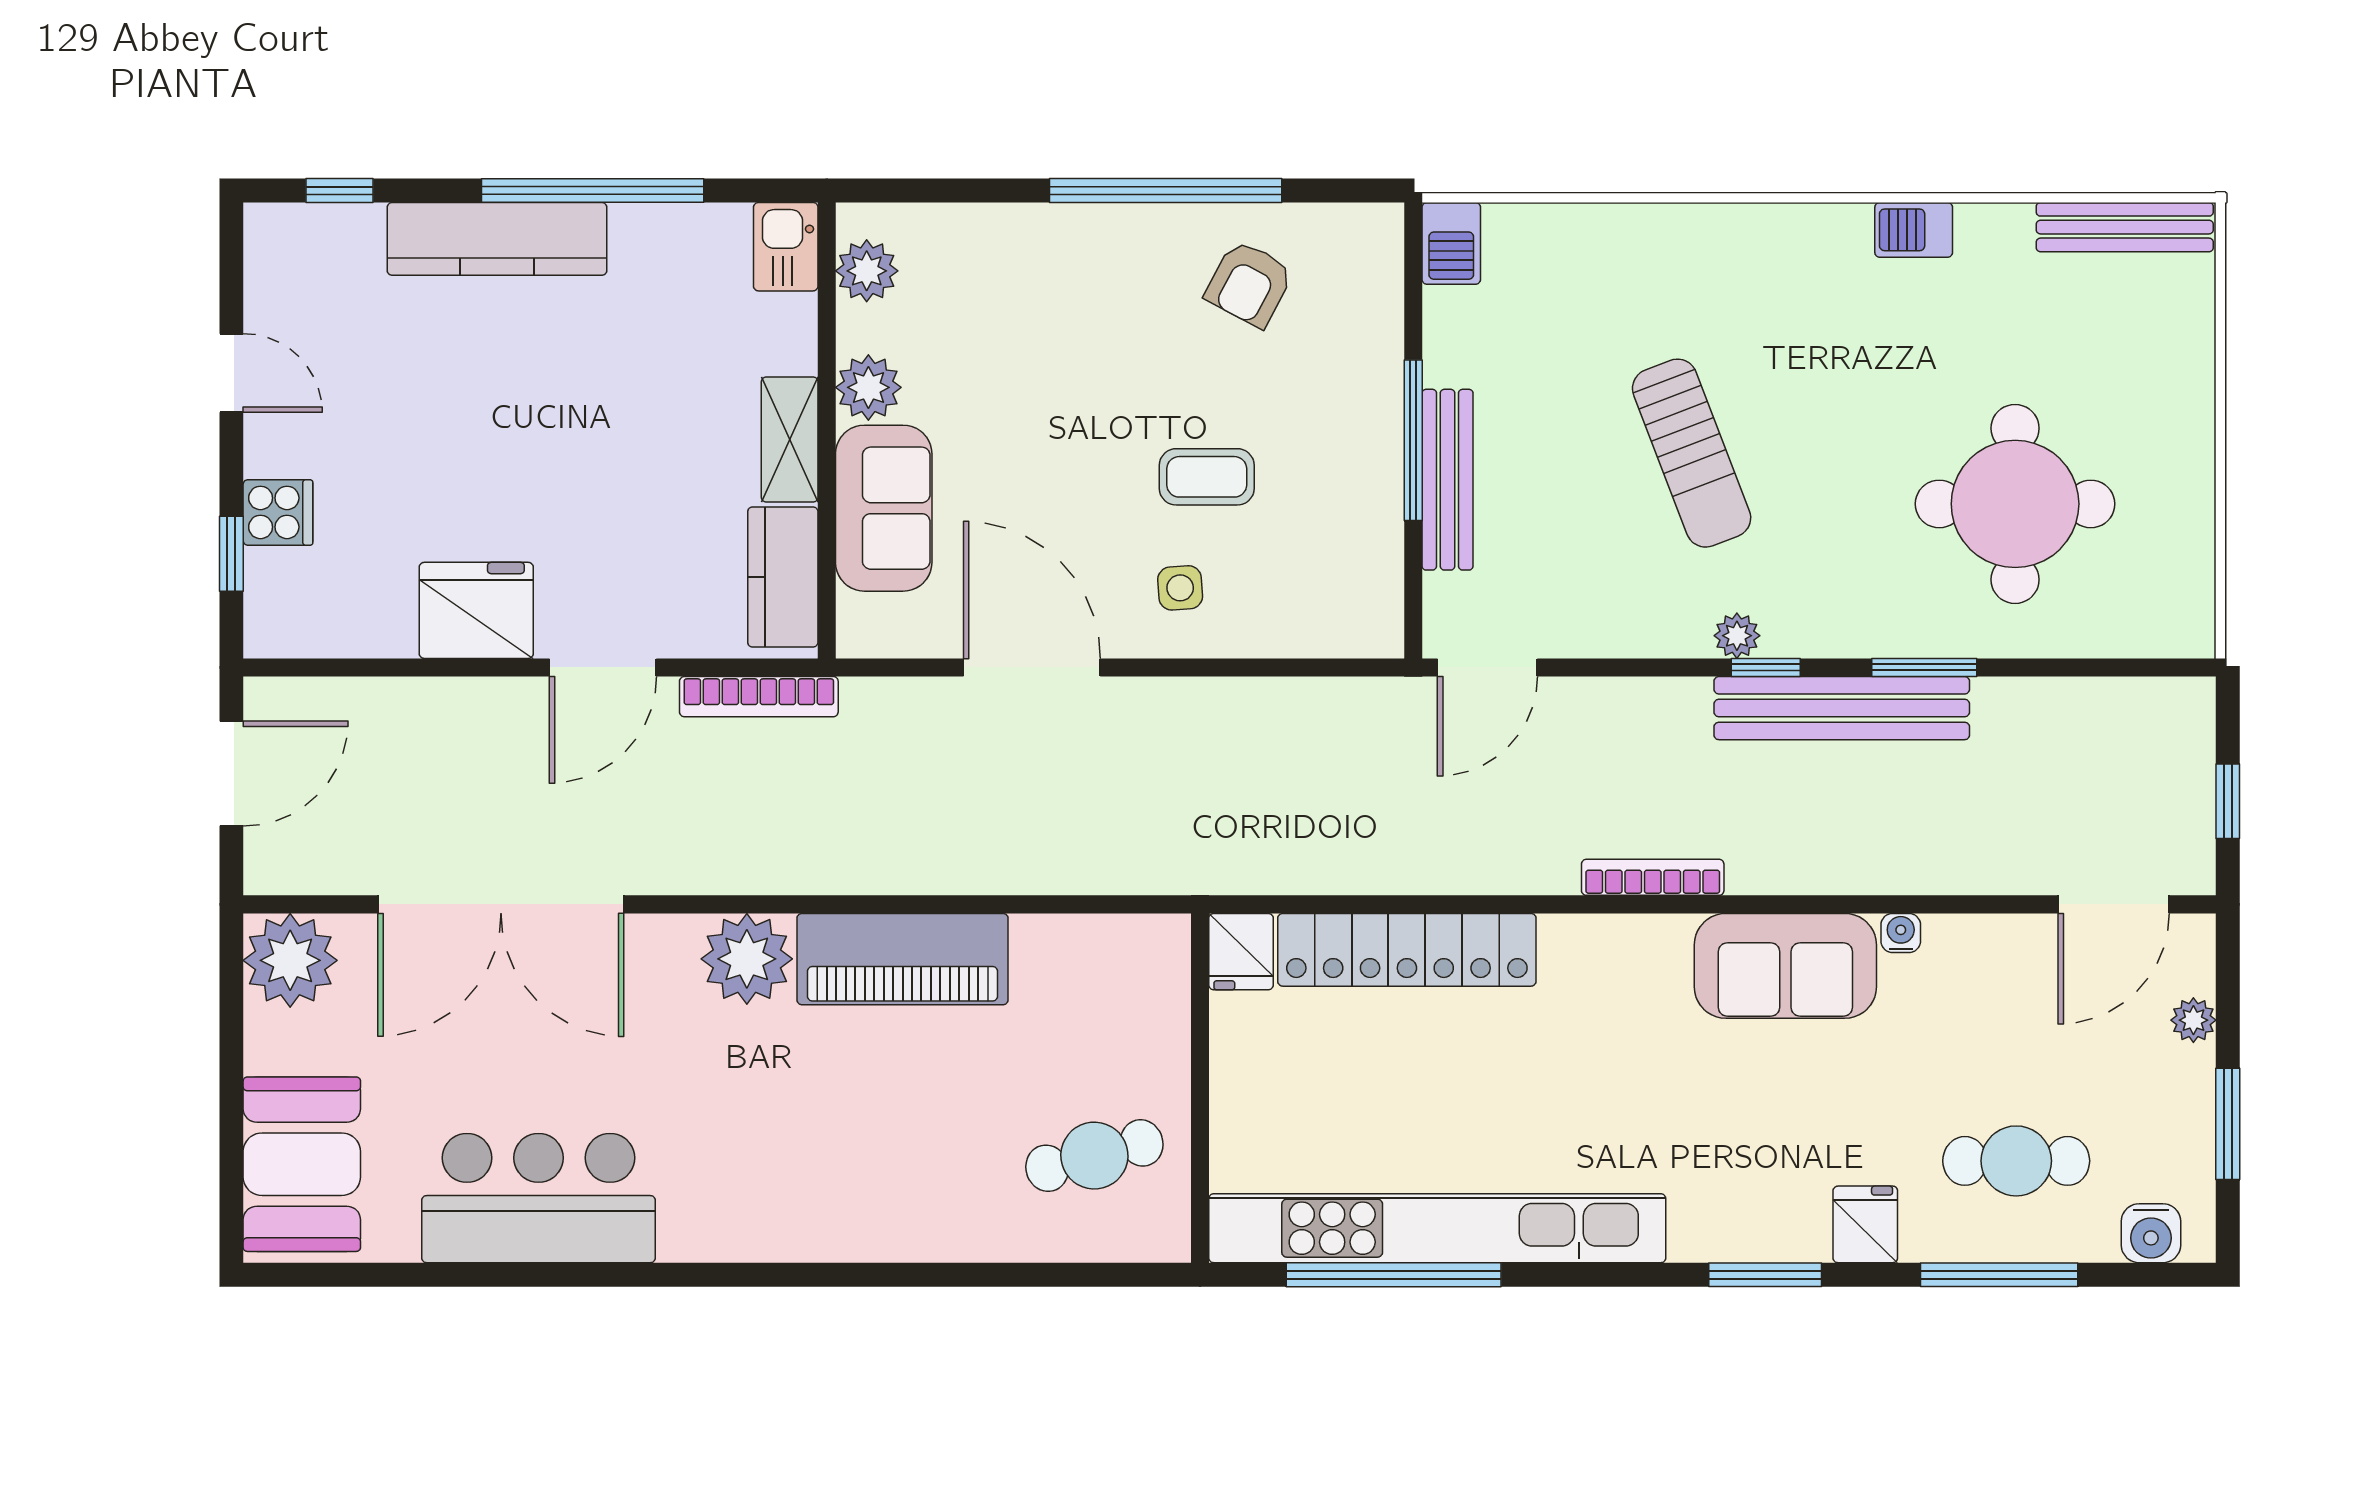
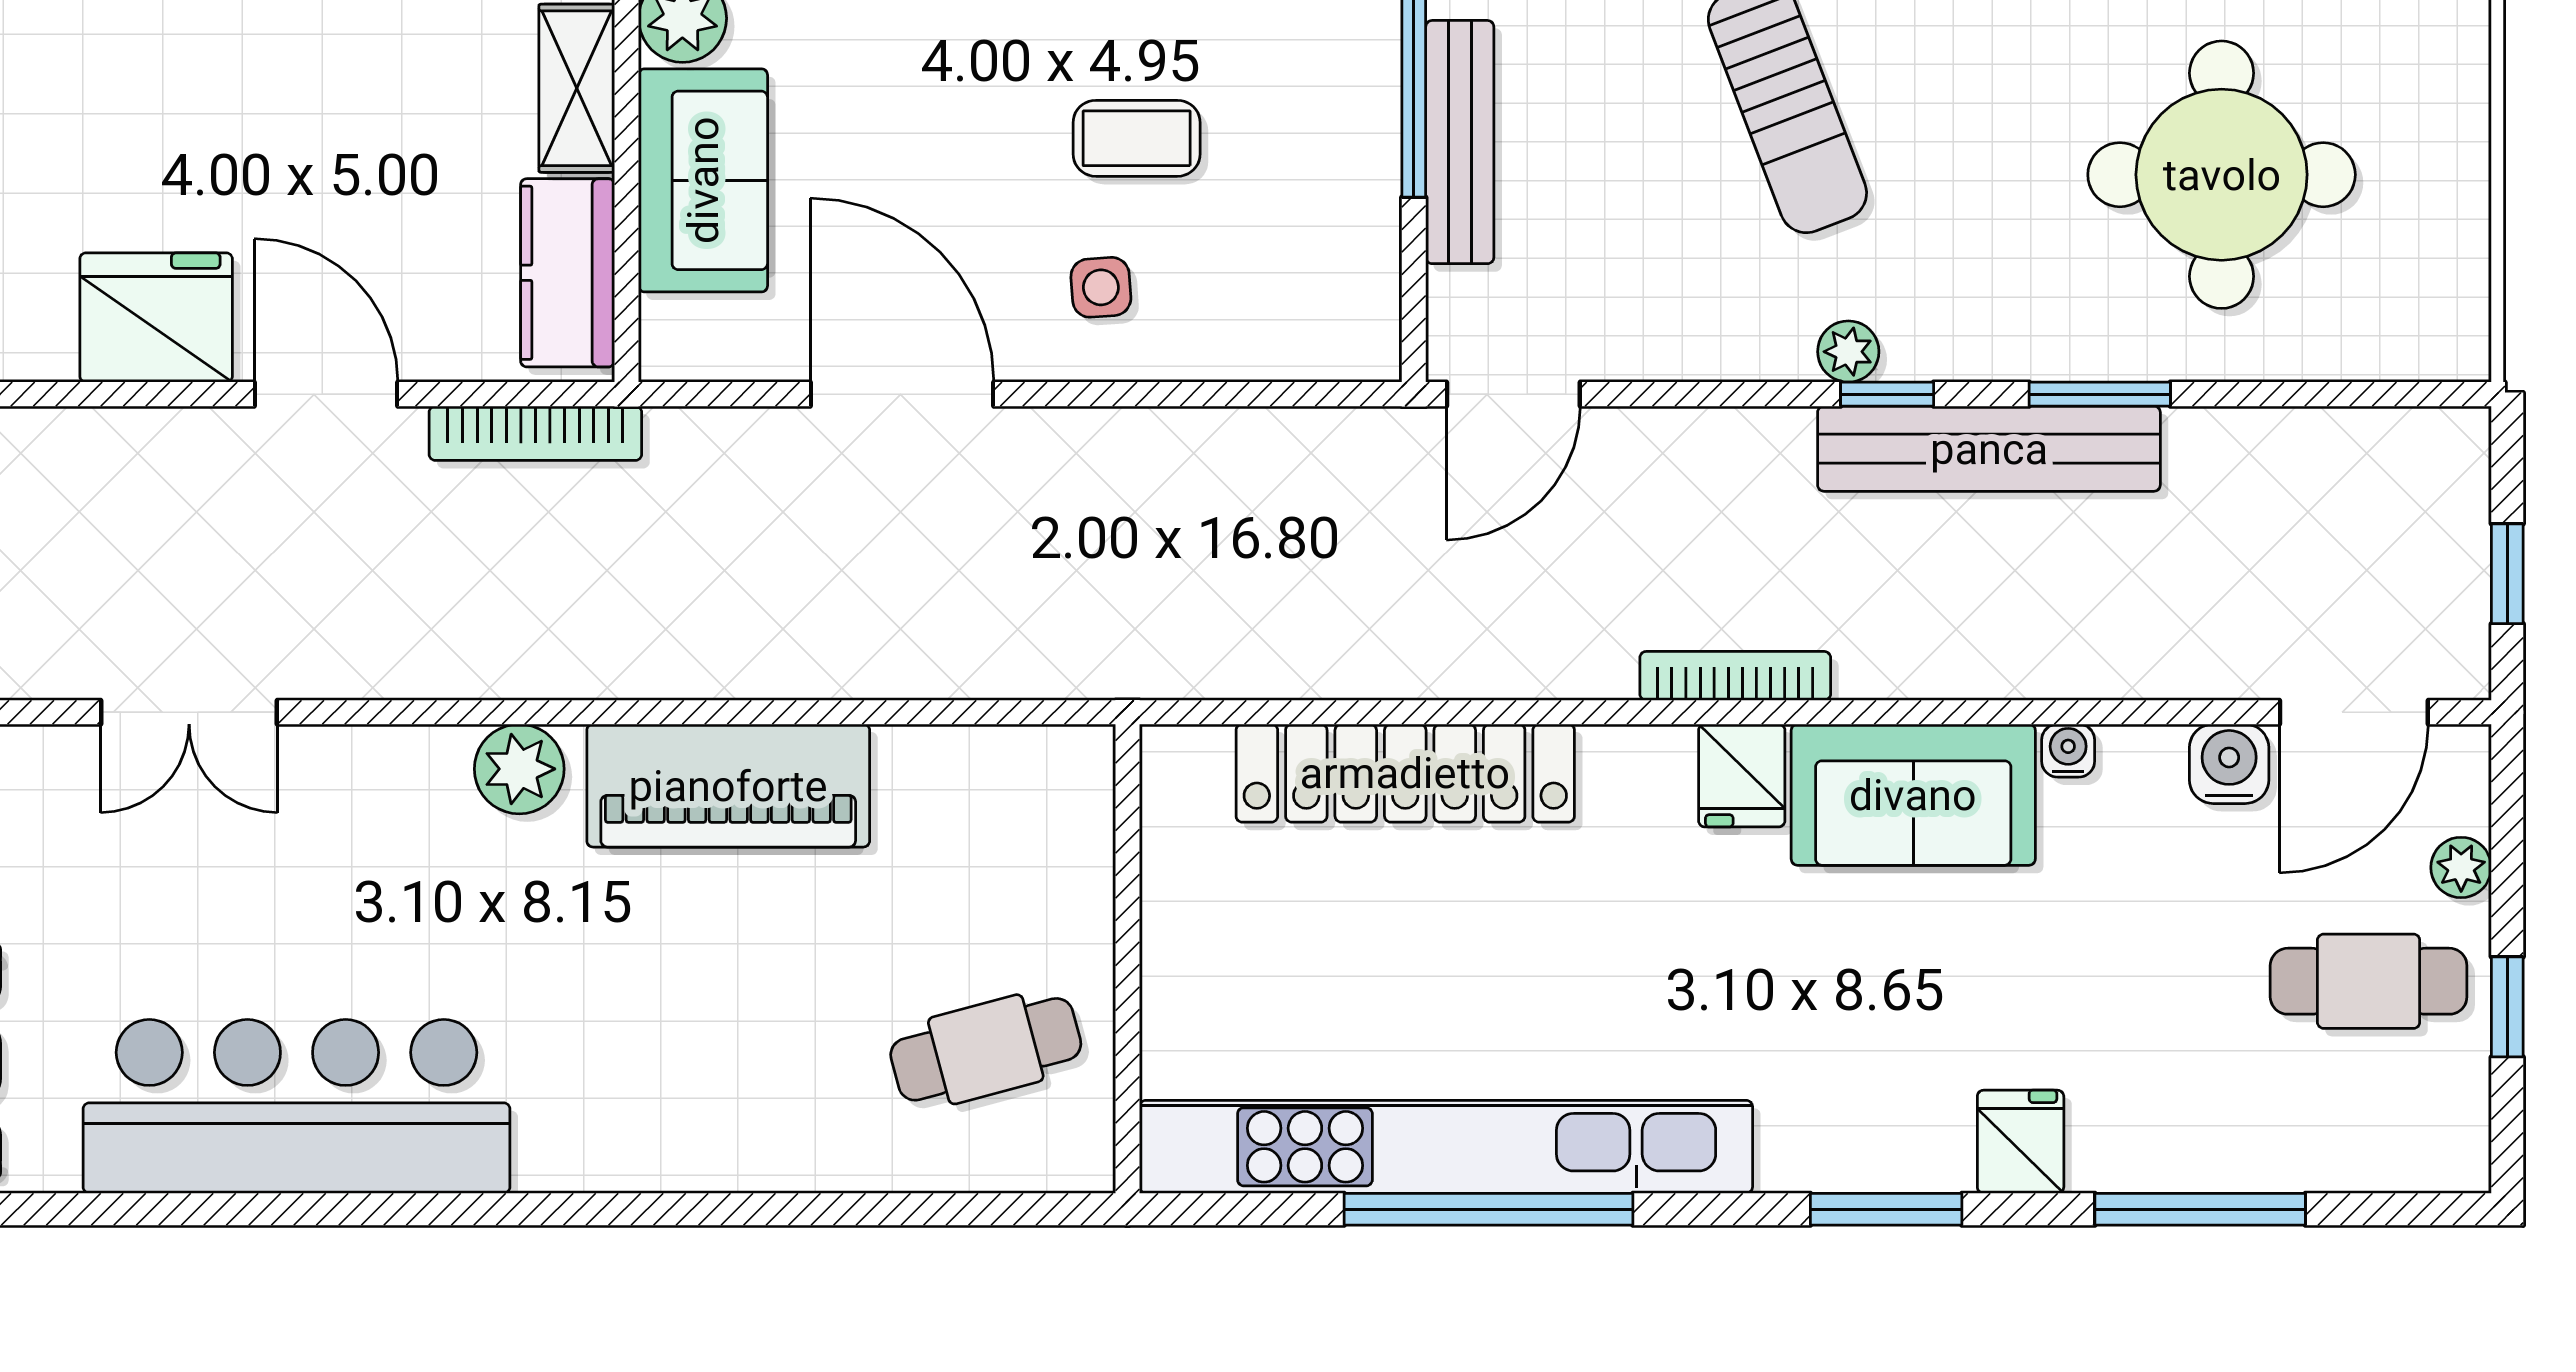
door: (603, 667) -> (326, 394), swing flipped
double door: (501, 904) -> (189, 712), width x0.54
fridge: (1241, 952) -> (1742, 776), moved
plant: (747, 959) -> (519, 769), width x0.73, depth x0.73
window: (2228, 1124) -> (2507, 1007), width x0.67
cafe table: (2016, 1161) -> (2369, 981), moved
bar counter: (538, 1198) -> (297, 1106), width x1.36
water cooler: (2151, 1233) -> (2229, 764), moved, turned 180
window: (1394, 1275) -> (1488, 1209), moved

